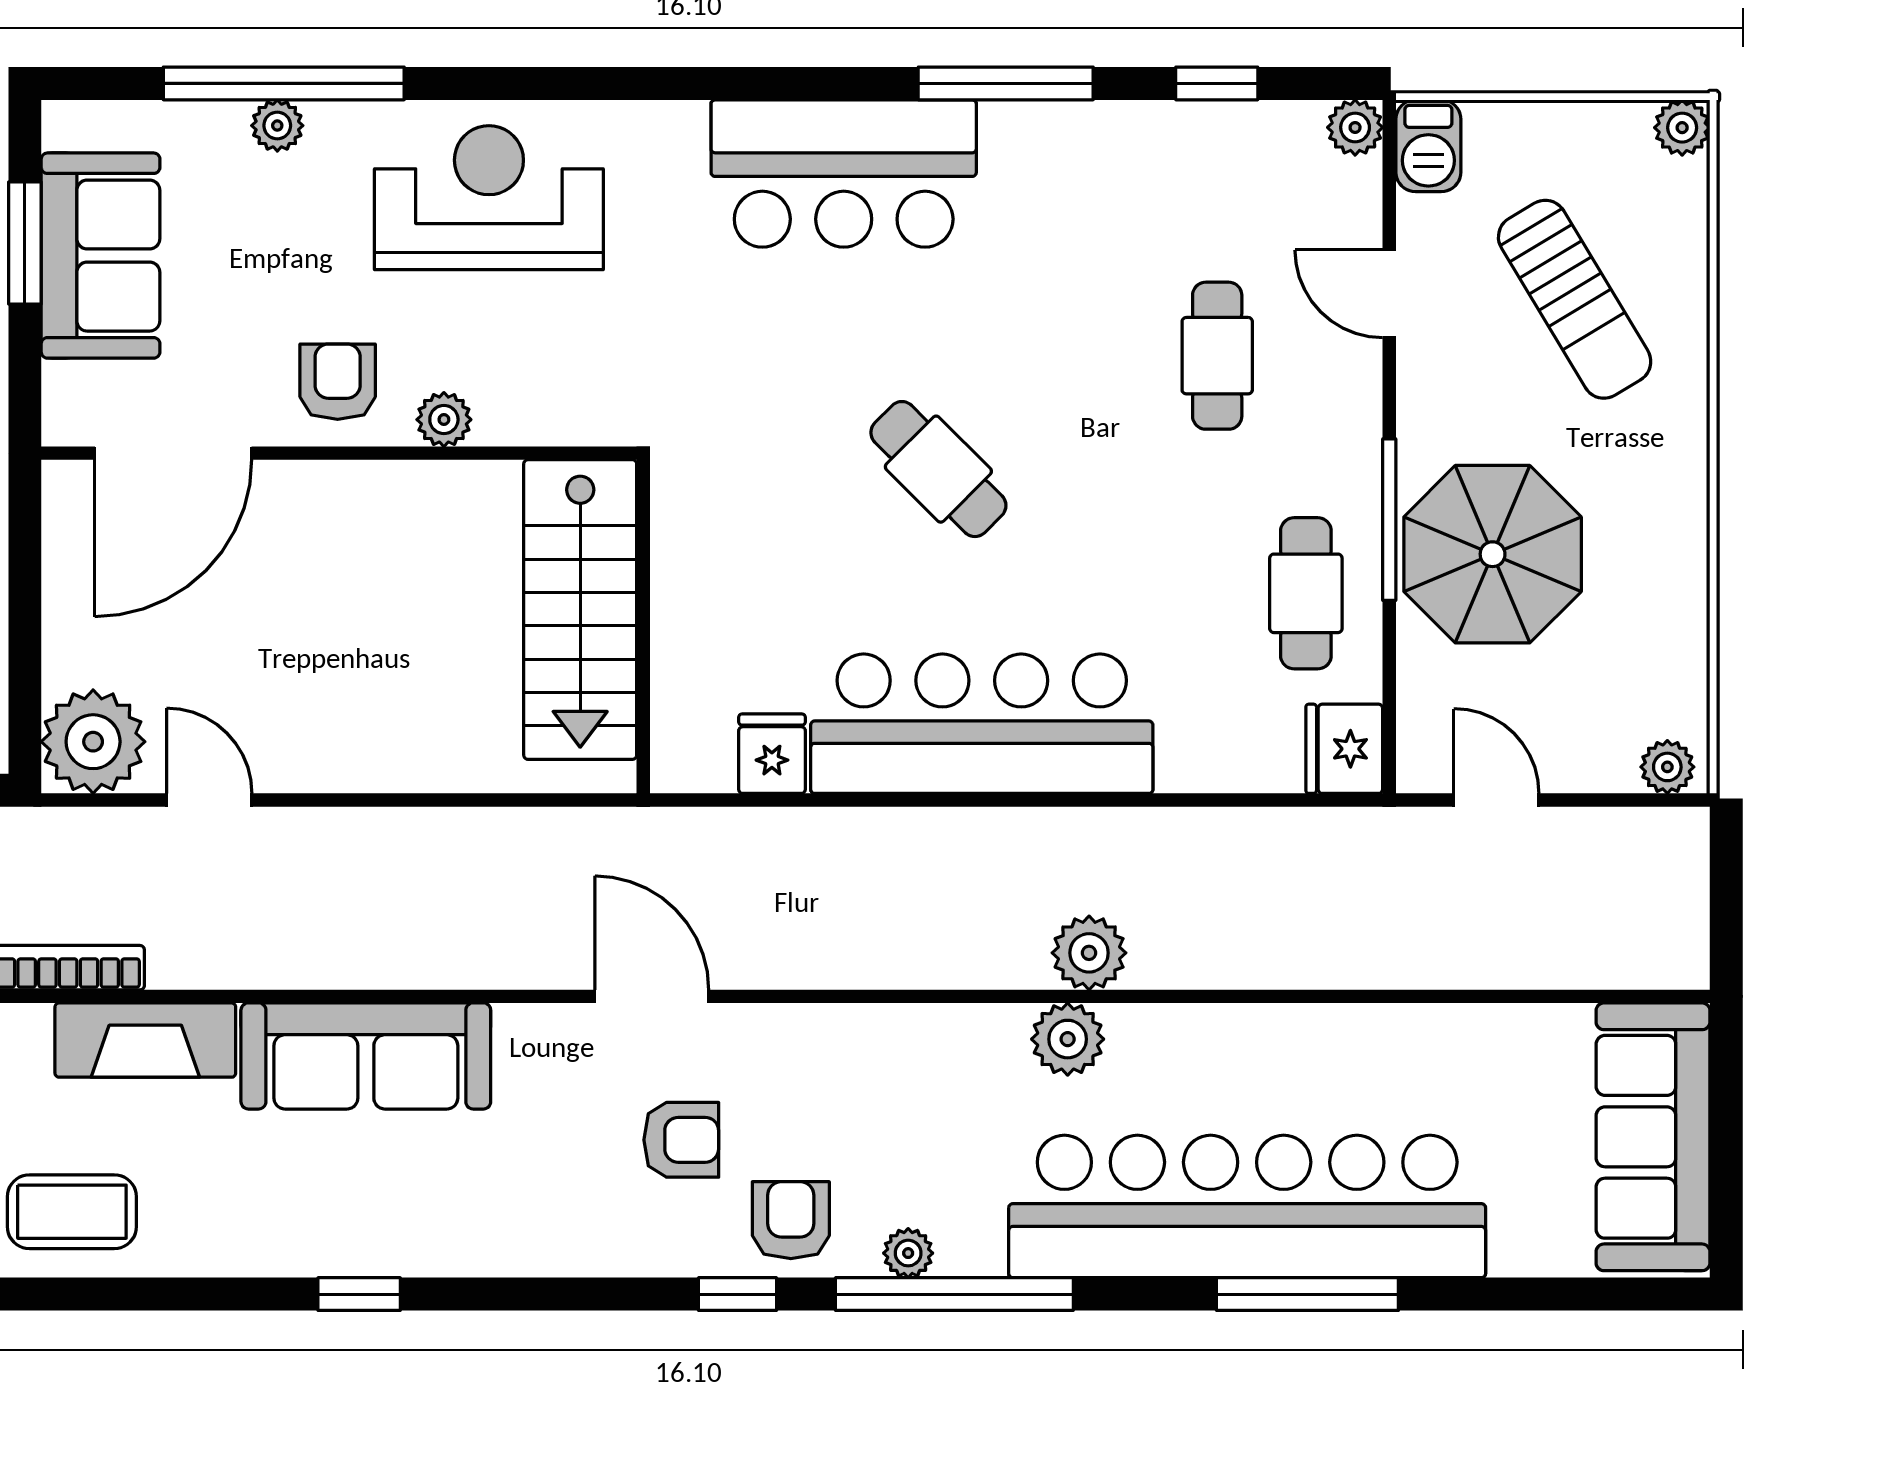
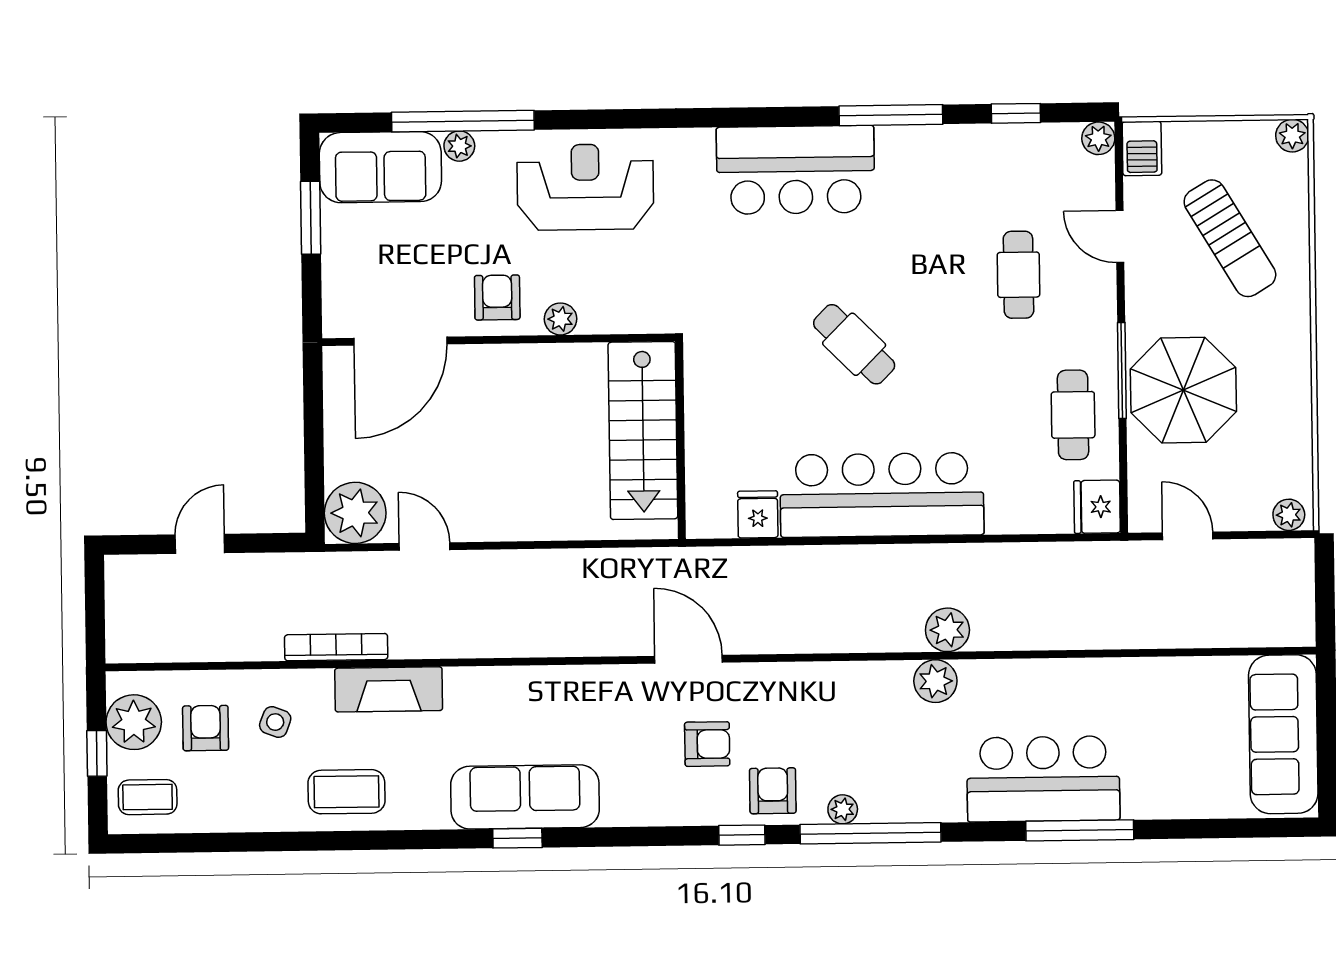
sofa: (101, 256) -> (380, 167), moved, turned 90
sofa: (366, 1056) -> (525, 797), moved, turned 180
bar counter: (1247, 1206) -> (1043, 779), width x0.54

